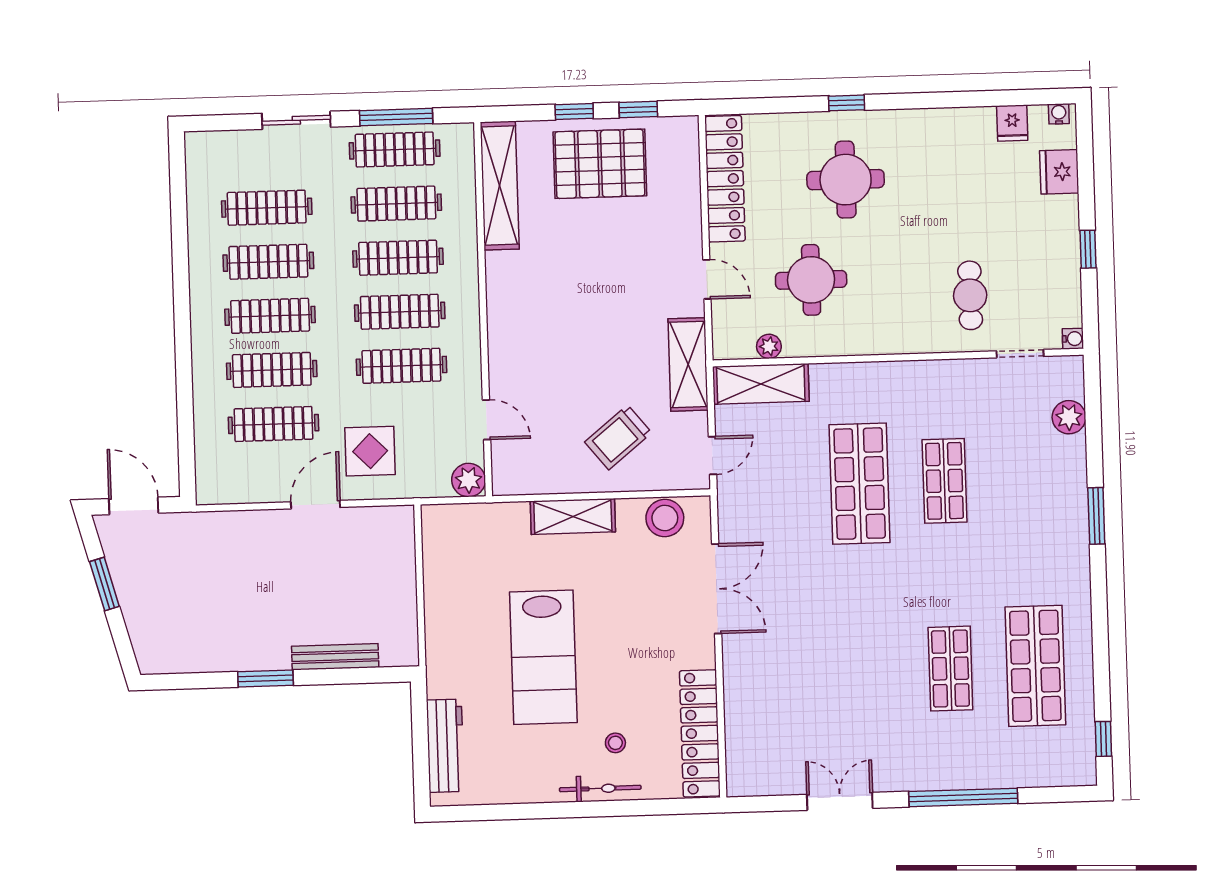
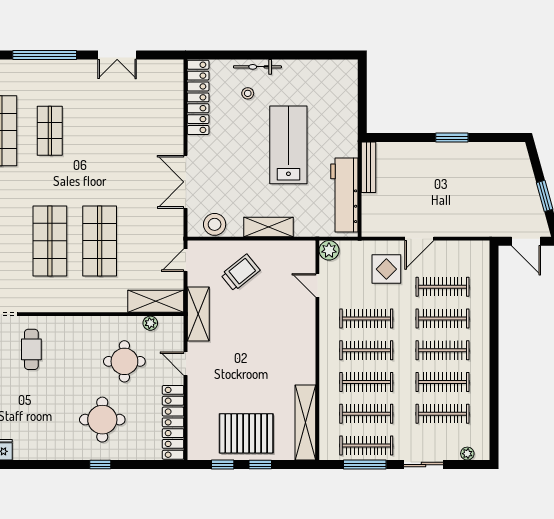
plant: (222, 141) -> (467, 454), added
shop shelf: (945, 481) -> (50, 241), width x1.43, depth x1.36
bench: (335, 657) -> (368, 167), moved, turned 90
workbench: (445, 746) -> (344, 195), moved, width x1.36, depth x1.32

